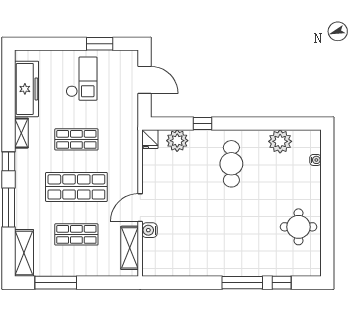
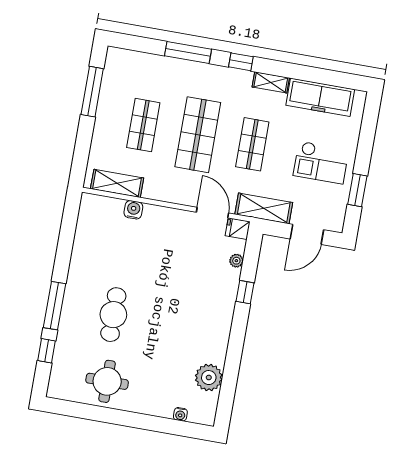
plant: (177, 141) -> (236, 261), width x0.53, depth x0.53
cafe table: (231, 164) -> (113, 315), moved, turned 90
door: (140, 208) -> (213, 213), moved
shelving: (24, 253) -> (264, 208), moved

